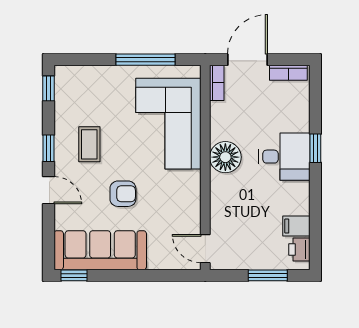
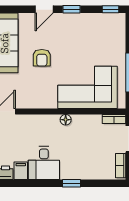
coffee table: (89, 144) -> (74, 36), removed
floor lamp: (225, 157) -> (66, 120), width x0.53, depth x0.53
desk: (284, 157) -> (44, 163), moved

